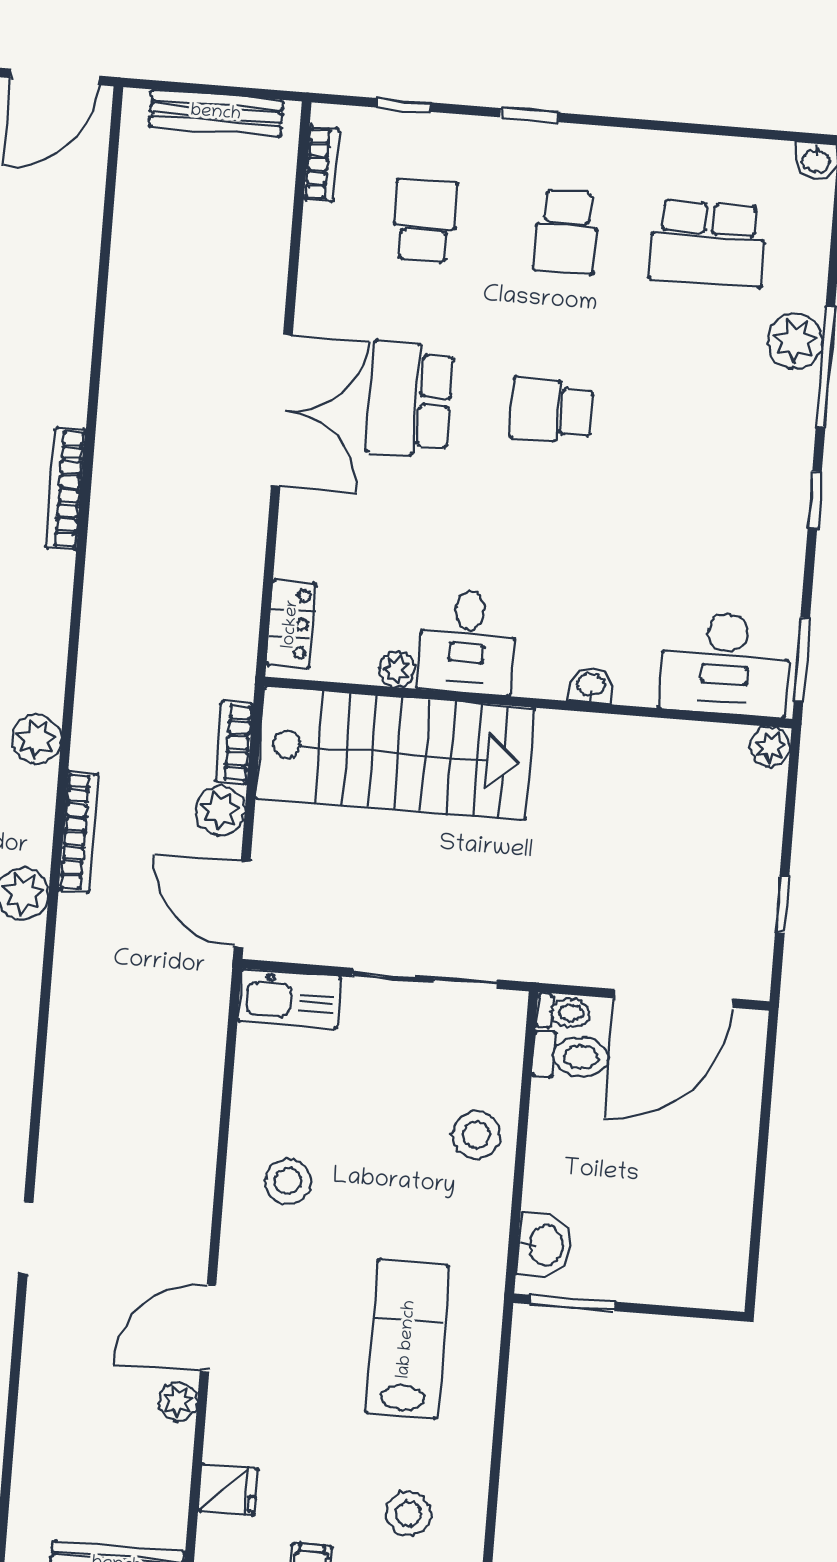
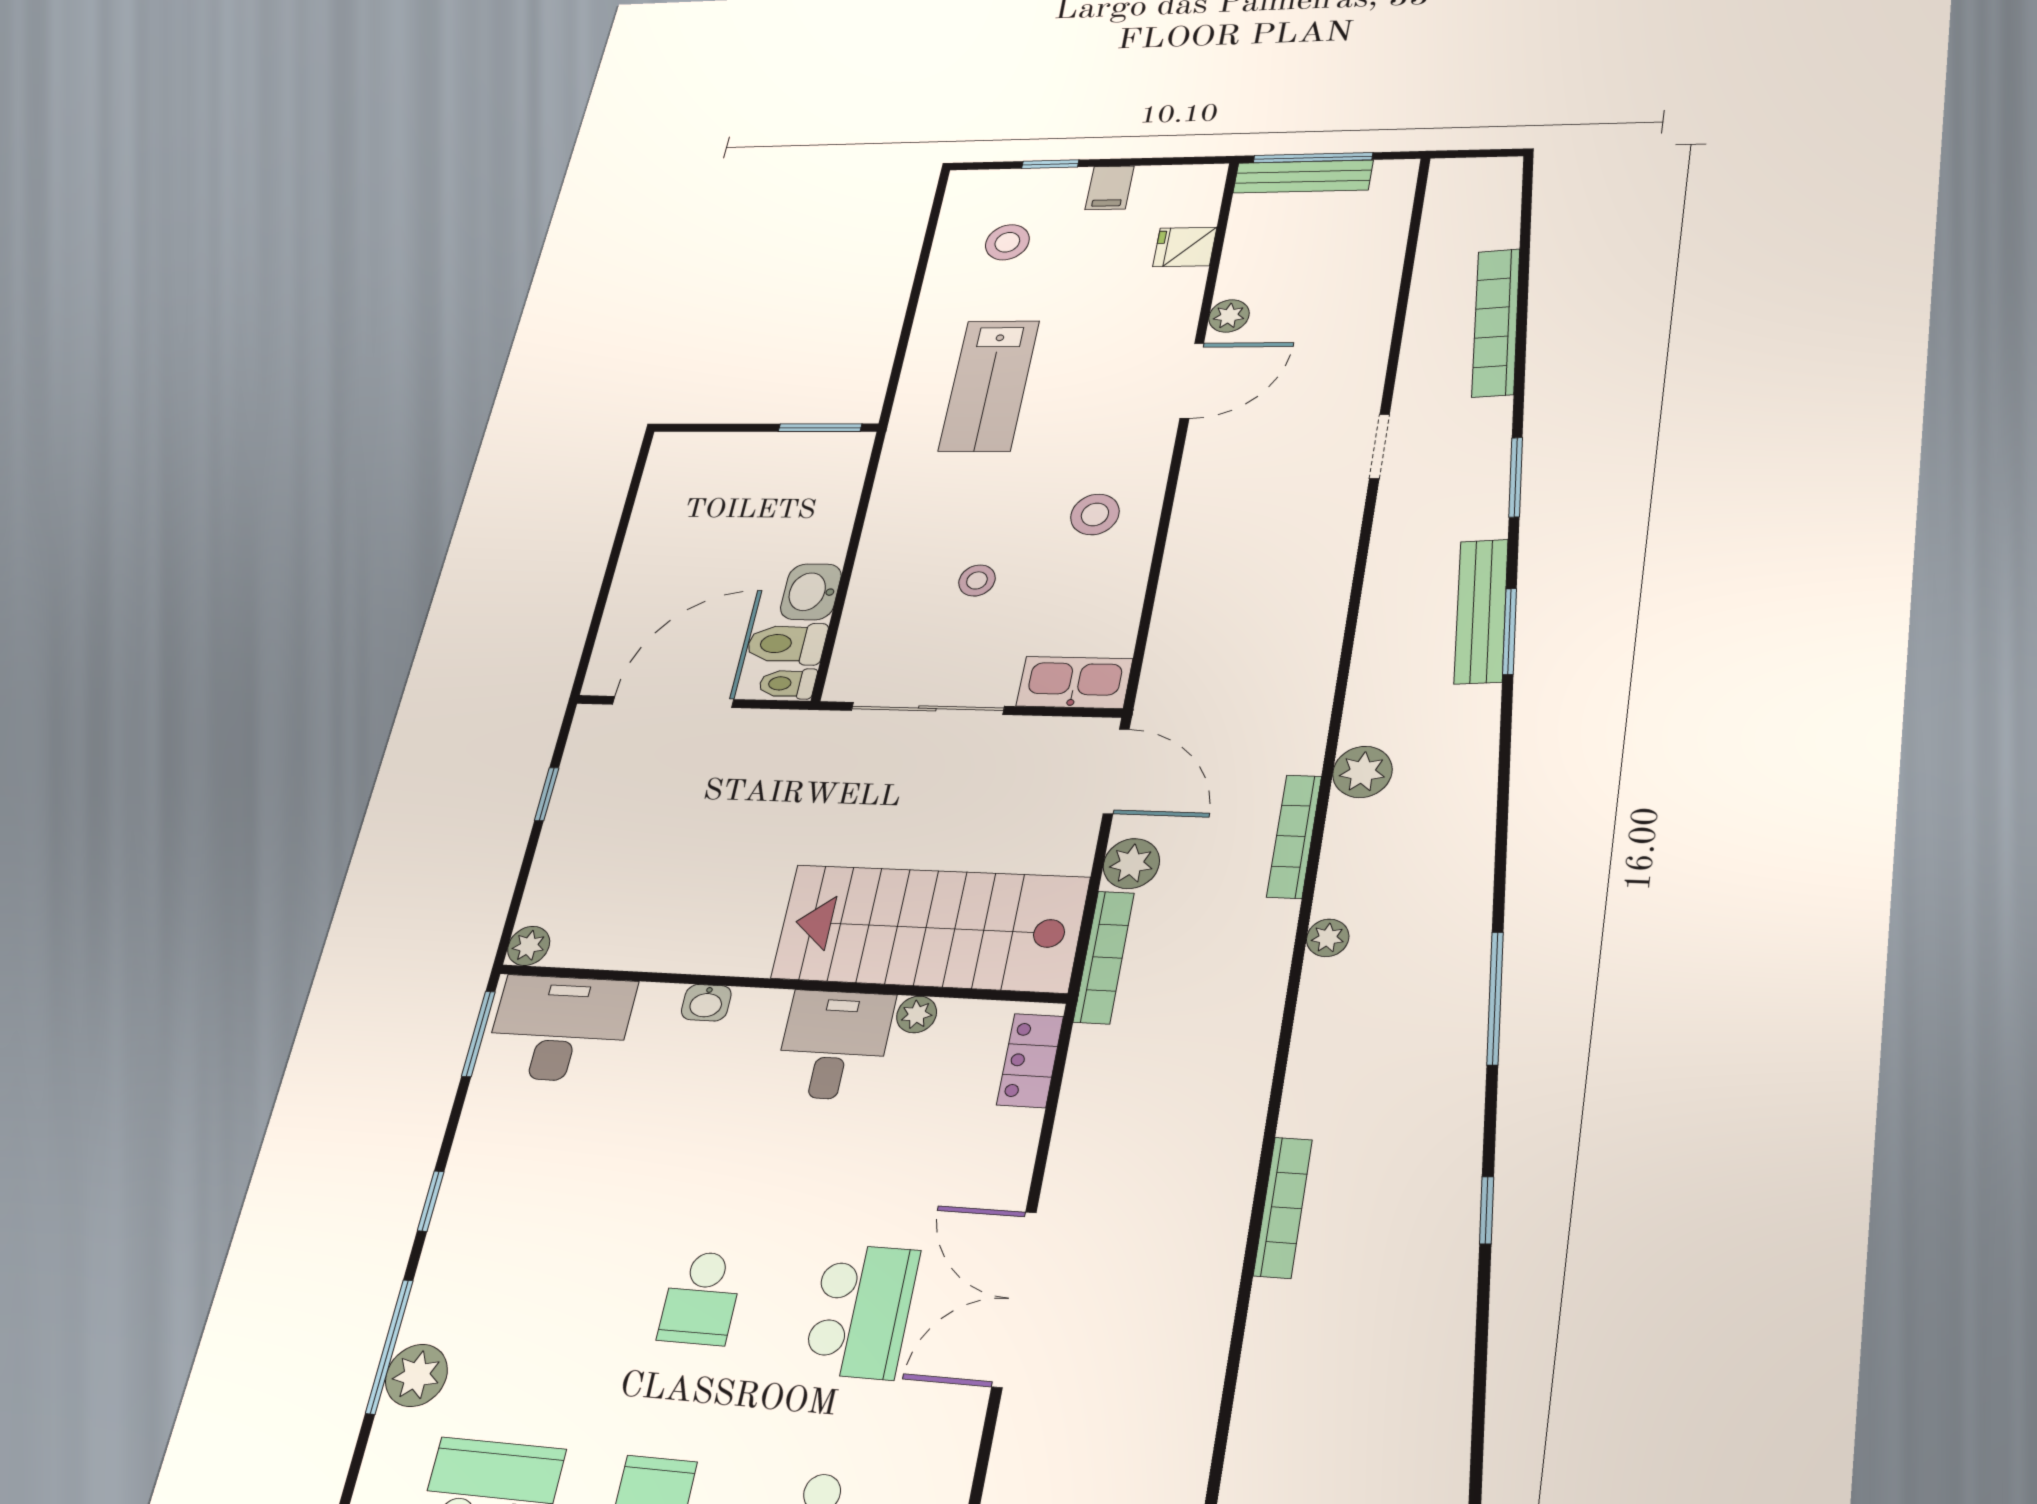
school desk: (552, 411) -> (701, 1298), turned 90
plant: (36, 739) -> (1328, 938), width x0.73, depth x0.73
bookcase: (234, 743) -> (1104, 957), width x1.56
stool: (476, 1135) -> (977, 580), moved, width x0.73, depth x0.73
washbasin: (544, 1245) -> (811, 592), moved

